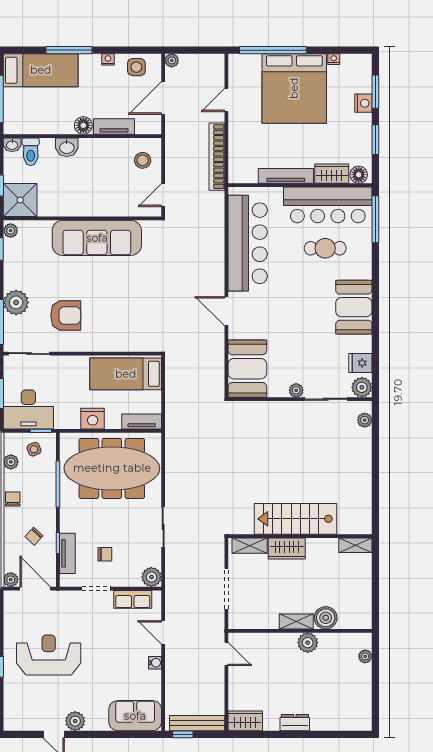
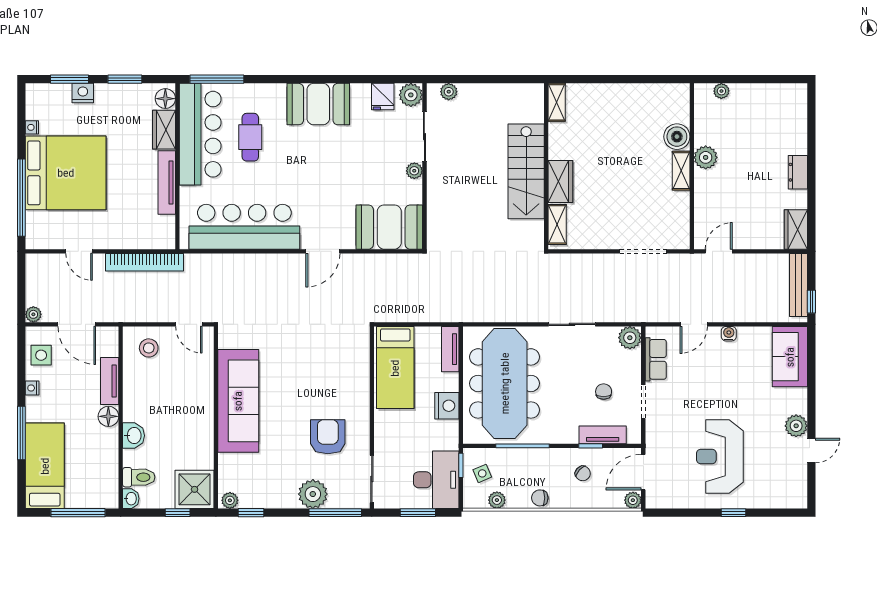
stairs: (296, 519) -> (526, 171), moved
wall: (300, 536) -> (546, 166), moved
shelving: (355, 545) -> (557, 102), moved
shelving: (250, 546) -> (557, 224), moved
wardrobe: (287, 548) -> (560, 181), moved

